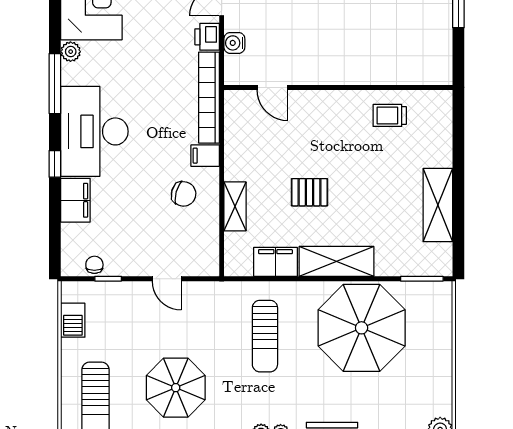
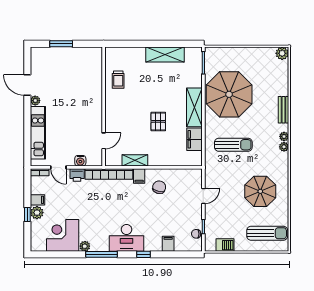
desk: (94, 131) -> (126, 238), width x0.73, depth x0.77
filing cabinet: (75, 200) -> (168, 244), width x0.50
shelving: (235, 206) -> (135, 160), moved

